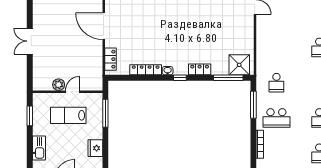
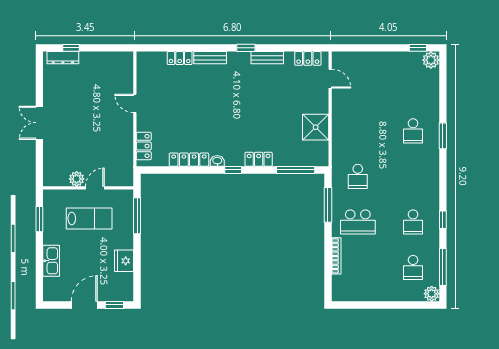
door: (104, 26) -> (135, 103), width x0.53
shower: (239, 65) -> (316, 127), moved
lab bench: (68, 115) -> (89, 218), turned 180

